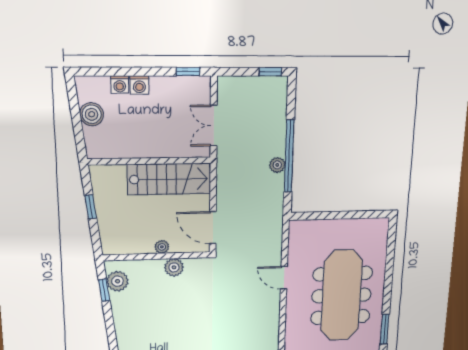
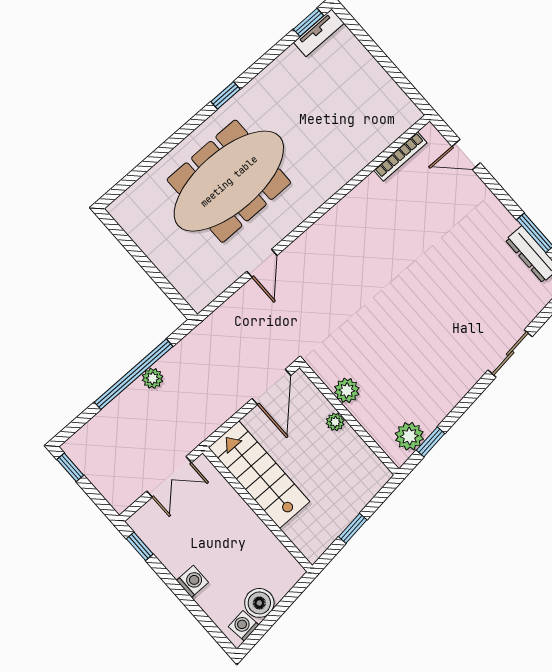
washing machine: (120, 85) -> (244, 626), moved, turned -97
window: (385, 329) -> (225, 95), width x0.67

